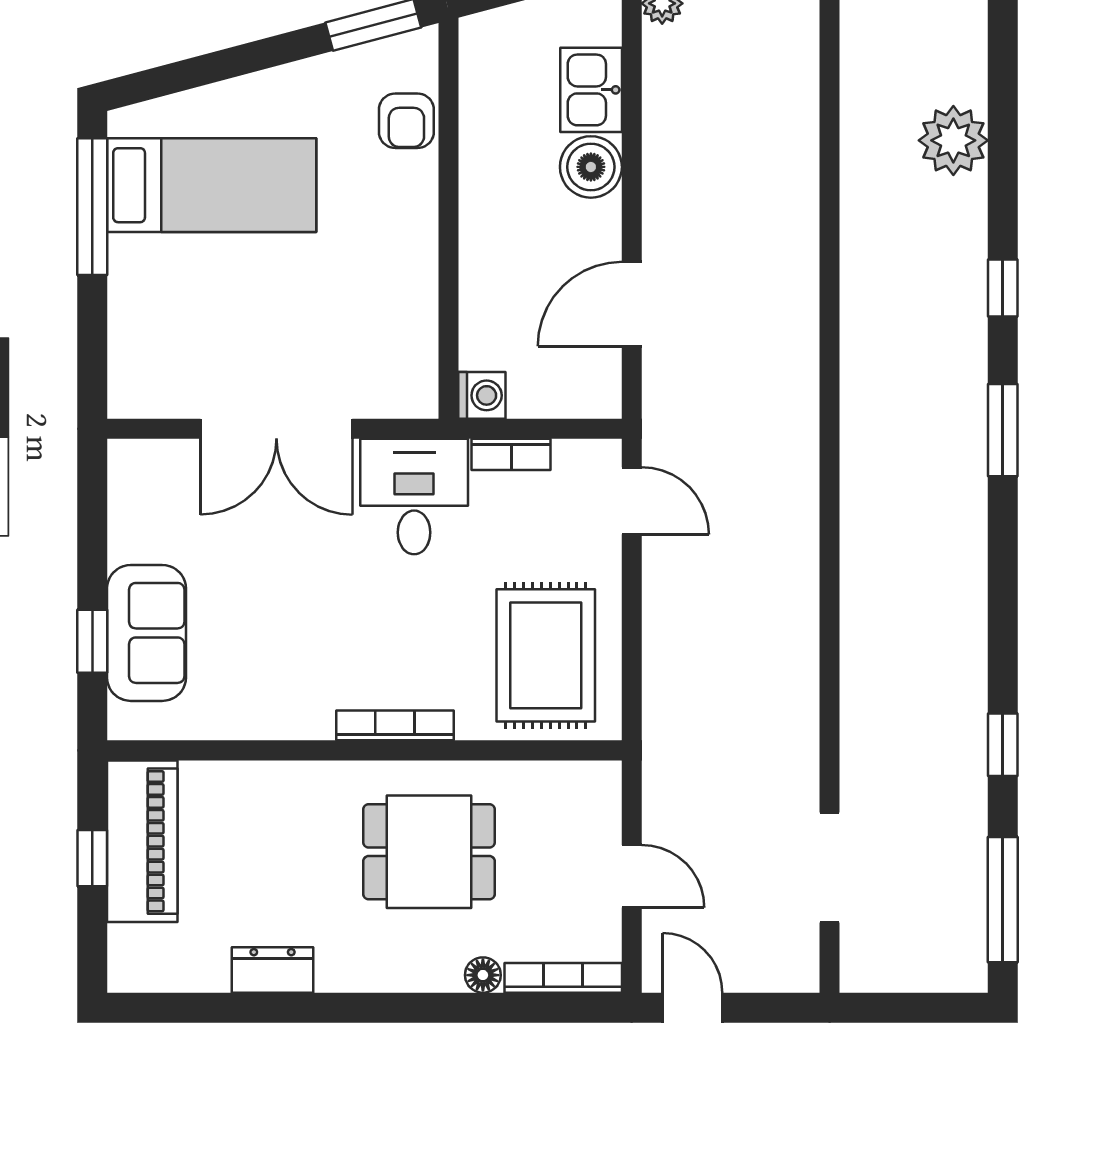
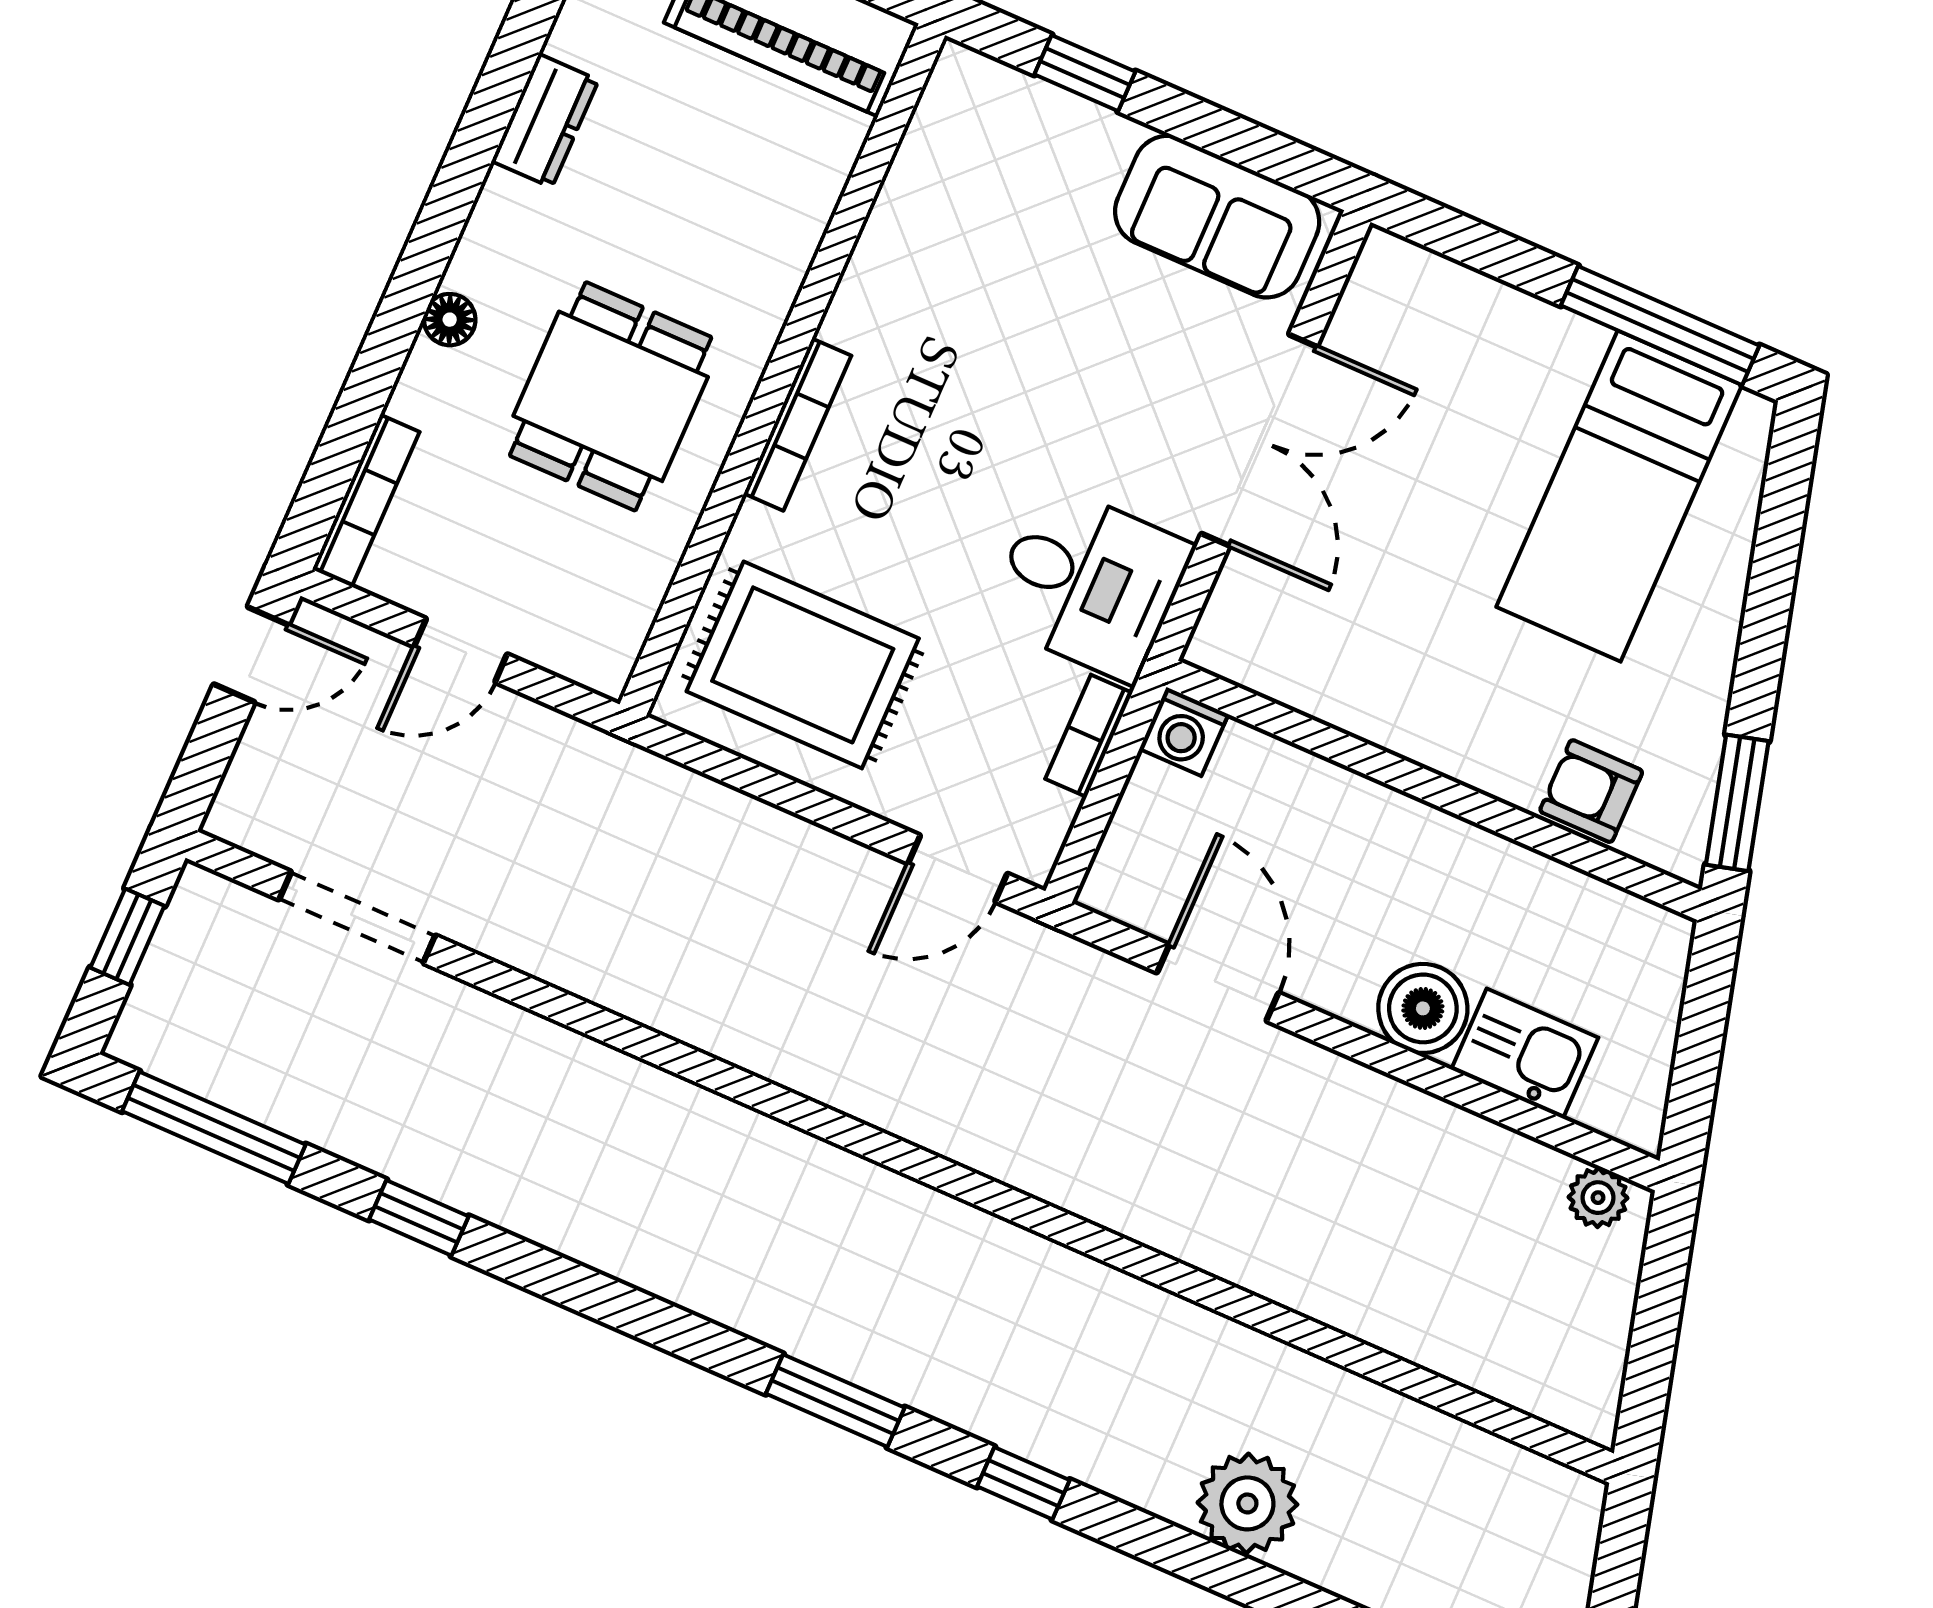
double door: (276, 429) -> (1259, 440), swing flipped
sofa: (146, 633) -> (1217, 217), moved
floor lamp: (483, 975) -> (450, 320), moved
window: (906, 1008) -> (127, 937), added

